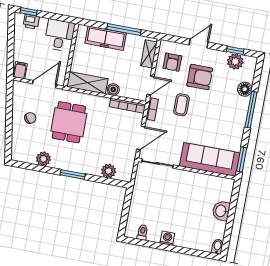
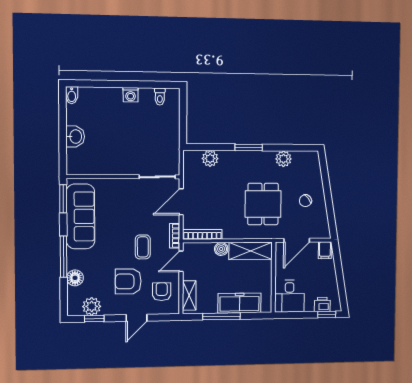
sofa: (210, 159) -> (81, 216), moved, turned -90

